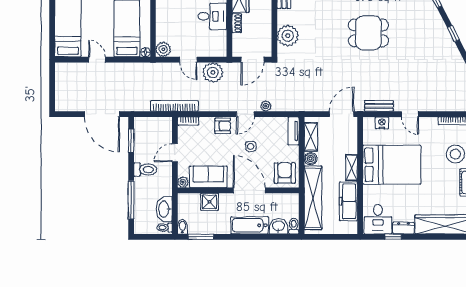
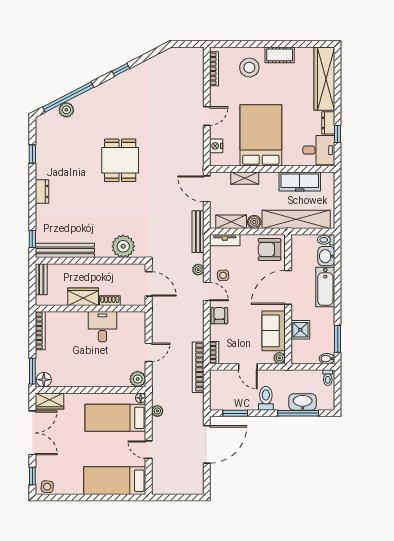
door: (97, 60) -> (149, 450), hinge flipped
plant: (213, 72) -> (157, 411), moved, width x0.53, depth x0.53
bench: (379, 106) -> (198, 232), moved, width x1.36
side table: (251, 146) -> (223, 275), moved
shelving: (352, 168) -> (245, 178), moved
washbasin: (164, 209) -> (303, 402), moved, turned 180

